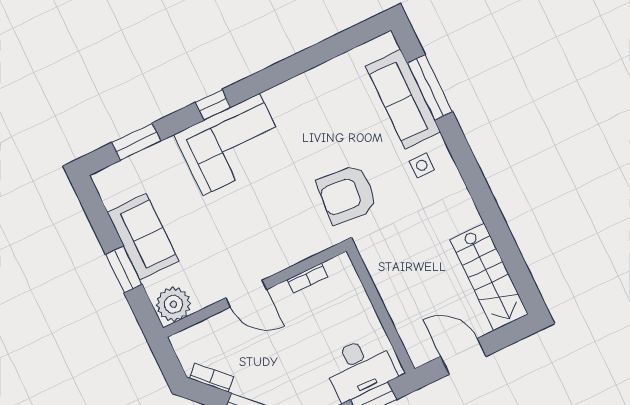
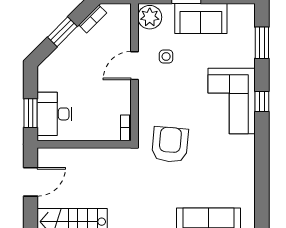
side table: (422, 165) -> (166, 56), moved
armchair: (347, 194) -> (170, 145), moved
bookcase: (307, 278) -> (126, 128), moved

